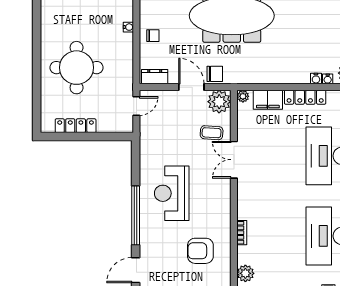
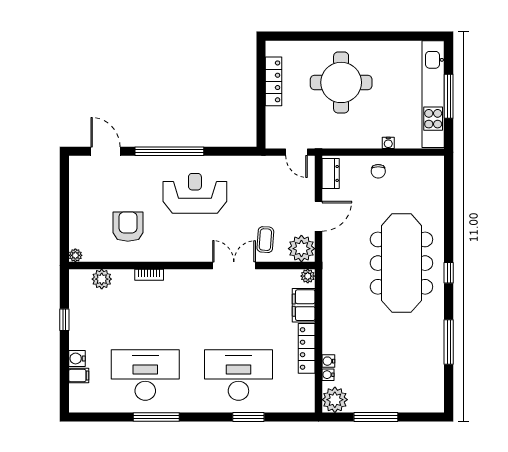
chair: (215, 74) -> (334, 243), removed

